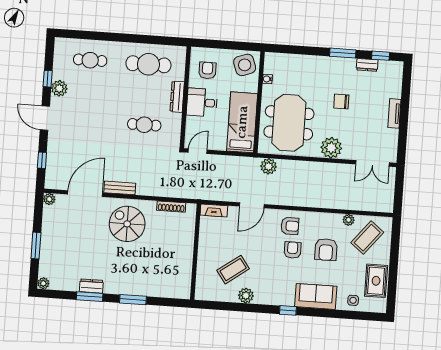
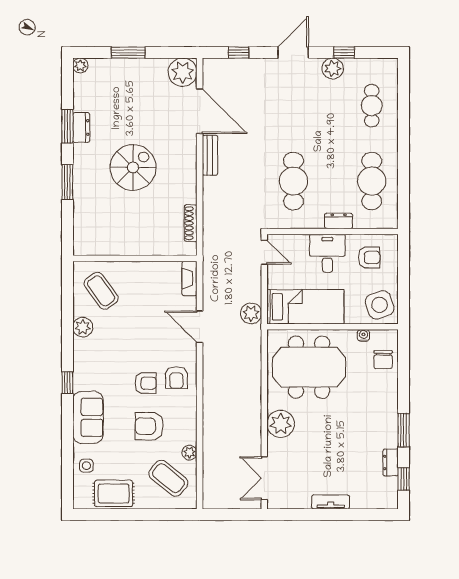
dresser: (177, 97) -> (339, 221), width x0.70
chair: (341, 102) -> (383, 360), moved, turned 180
cafe table: (144, 125) -> (293, 181), width x1.37, depth x1.35
plant: (269, 166) -> (251, 313), moved
plant: (49, 199) -> (183, 72), width x1.87, depth x1.87
spiral stairs: (127, 224) -> (133, 167), moved
coffee table: (233, 270) -> (101, 291), moved

